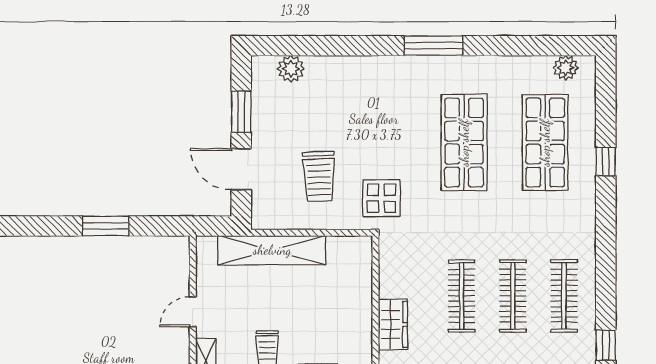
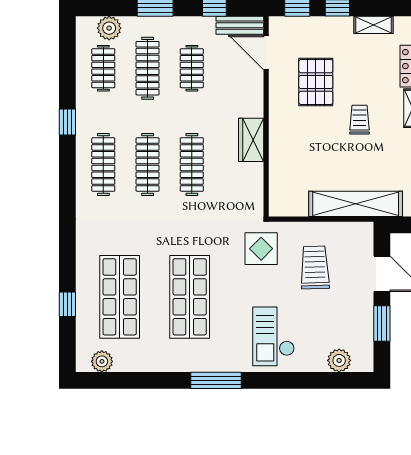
checkout: (367, 97) -> (274, 336), added
window: (606, 162) -> (67, 304), moved

